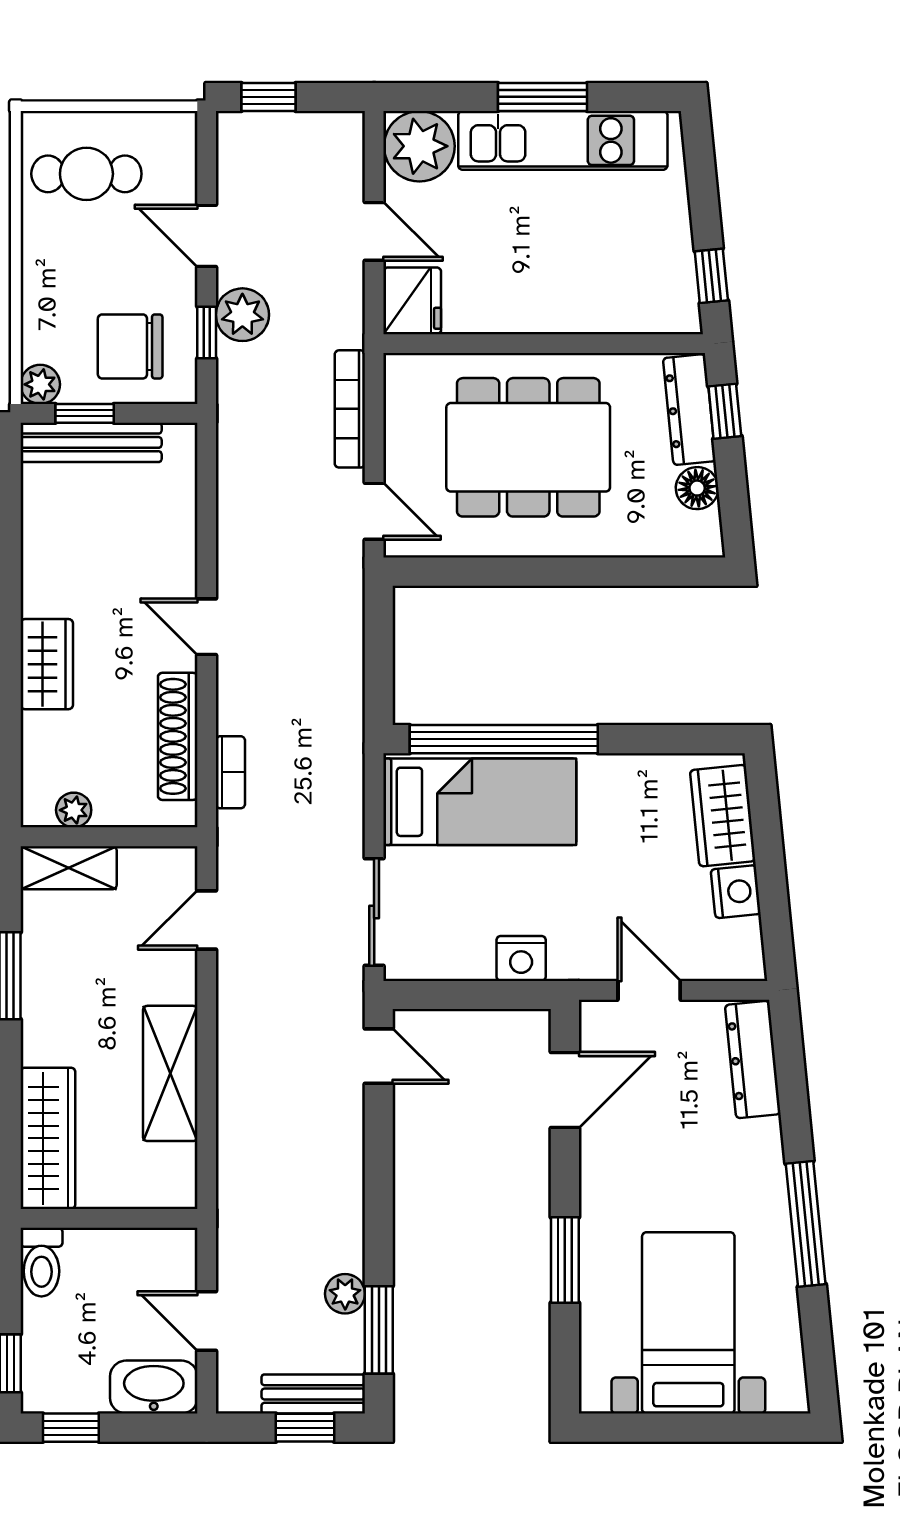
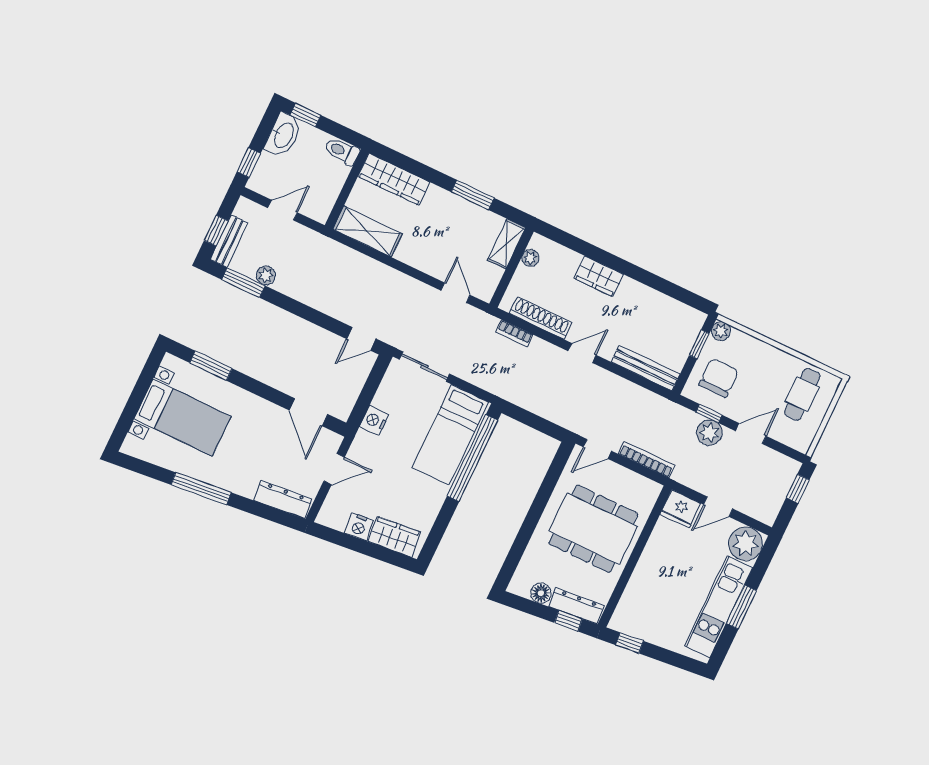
bench: (91, 442) -> (646, 368), moved, turned 90
dining table: (528, 447) -> (593, 529), turned 90
shelving: (170, 1073) -> (368, 231), moved
window: (565, 1260) -> (211, 366), moved
washbasin: (154, 1387) -> (283, 135), moved
window: (71, 1428) -> (249, 163), moved

